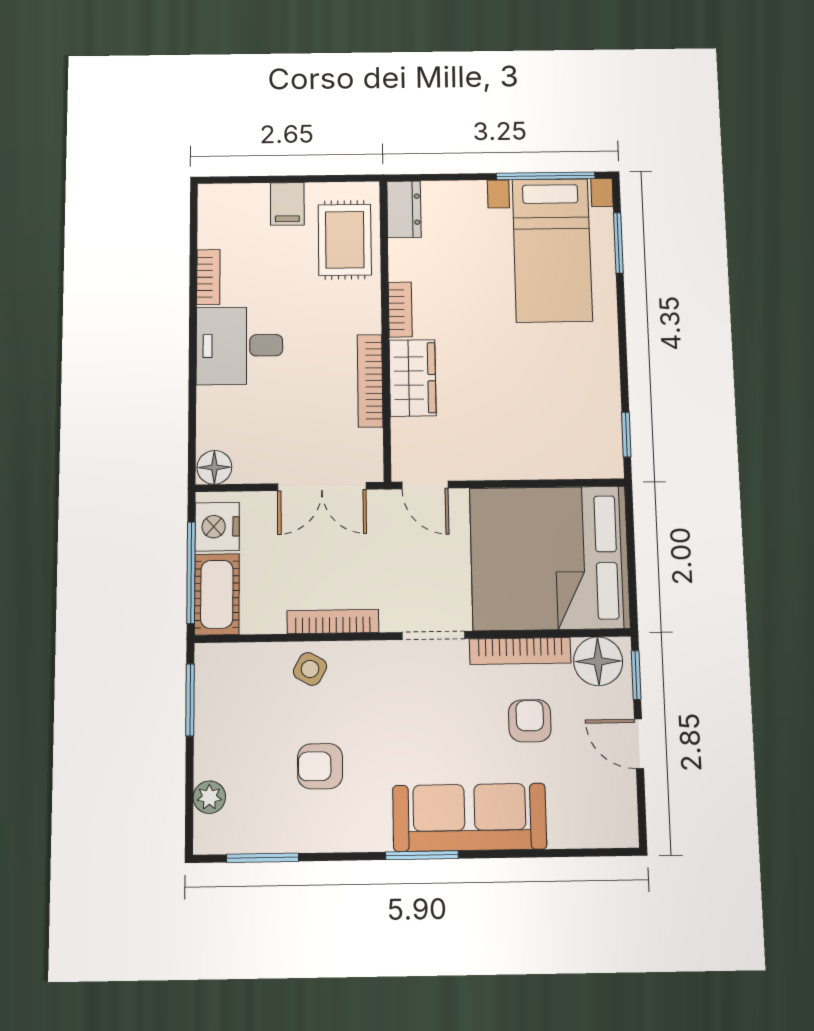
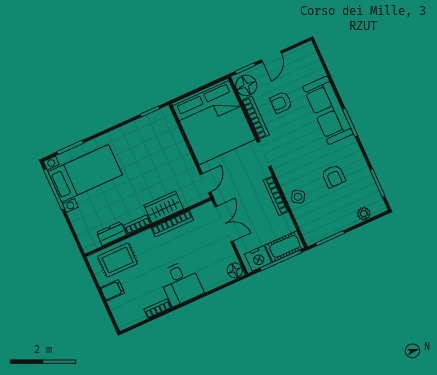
dresser: (404, 209) -> (111, 234), moved

